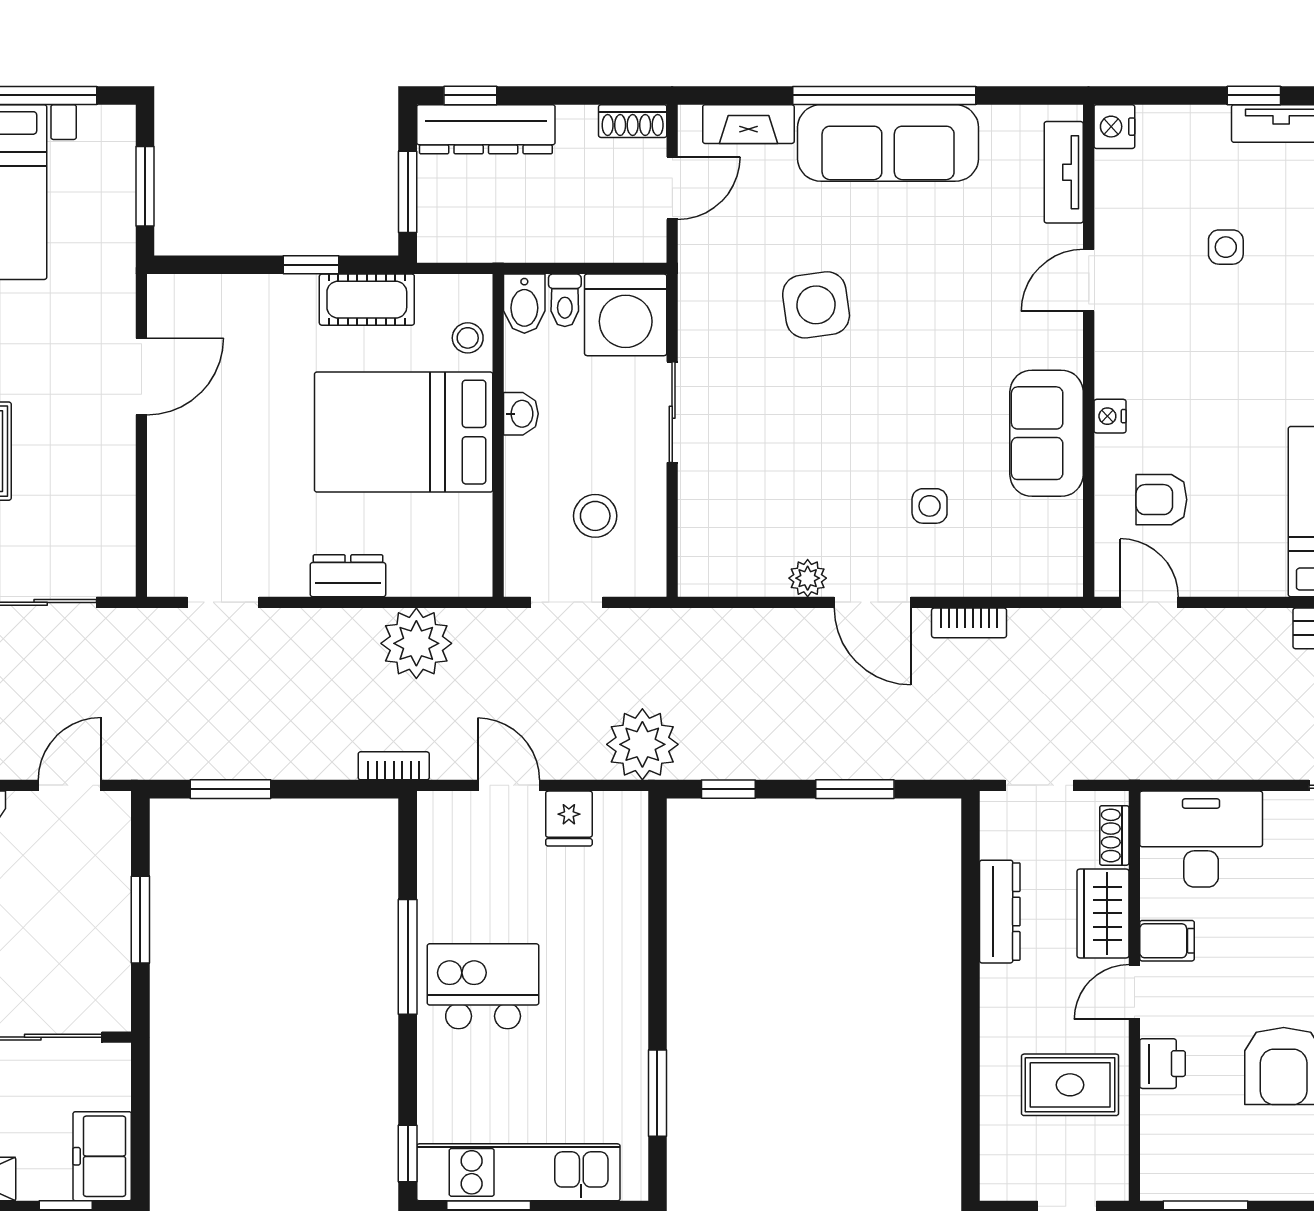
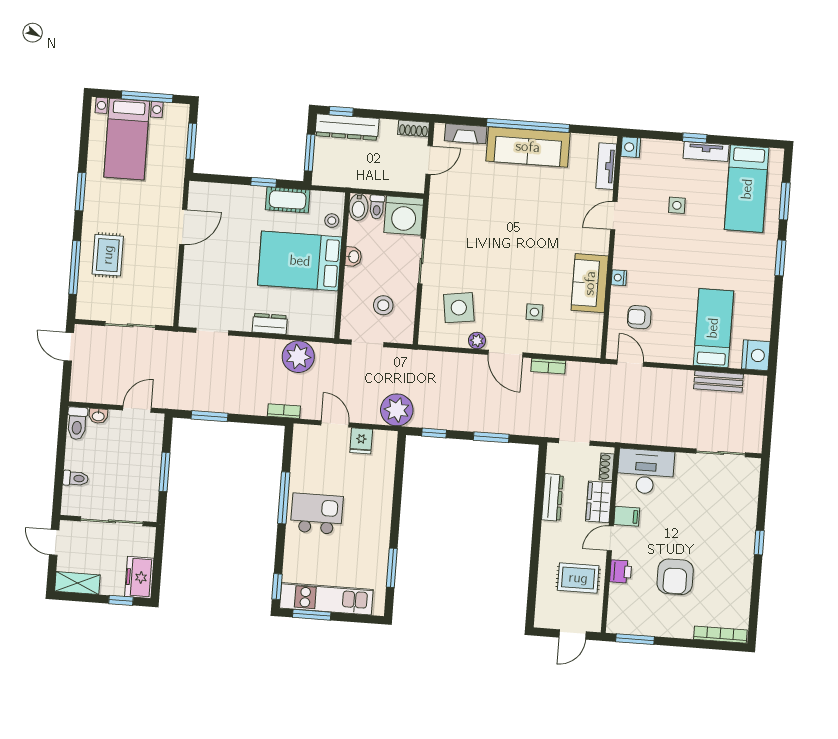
side table: (816, 305) -> (459, 308), moved

